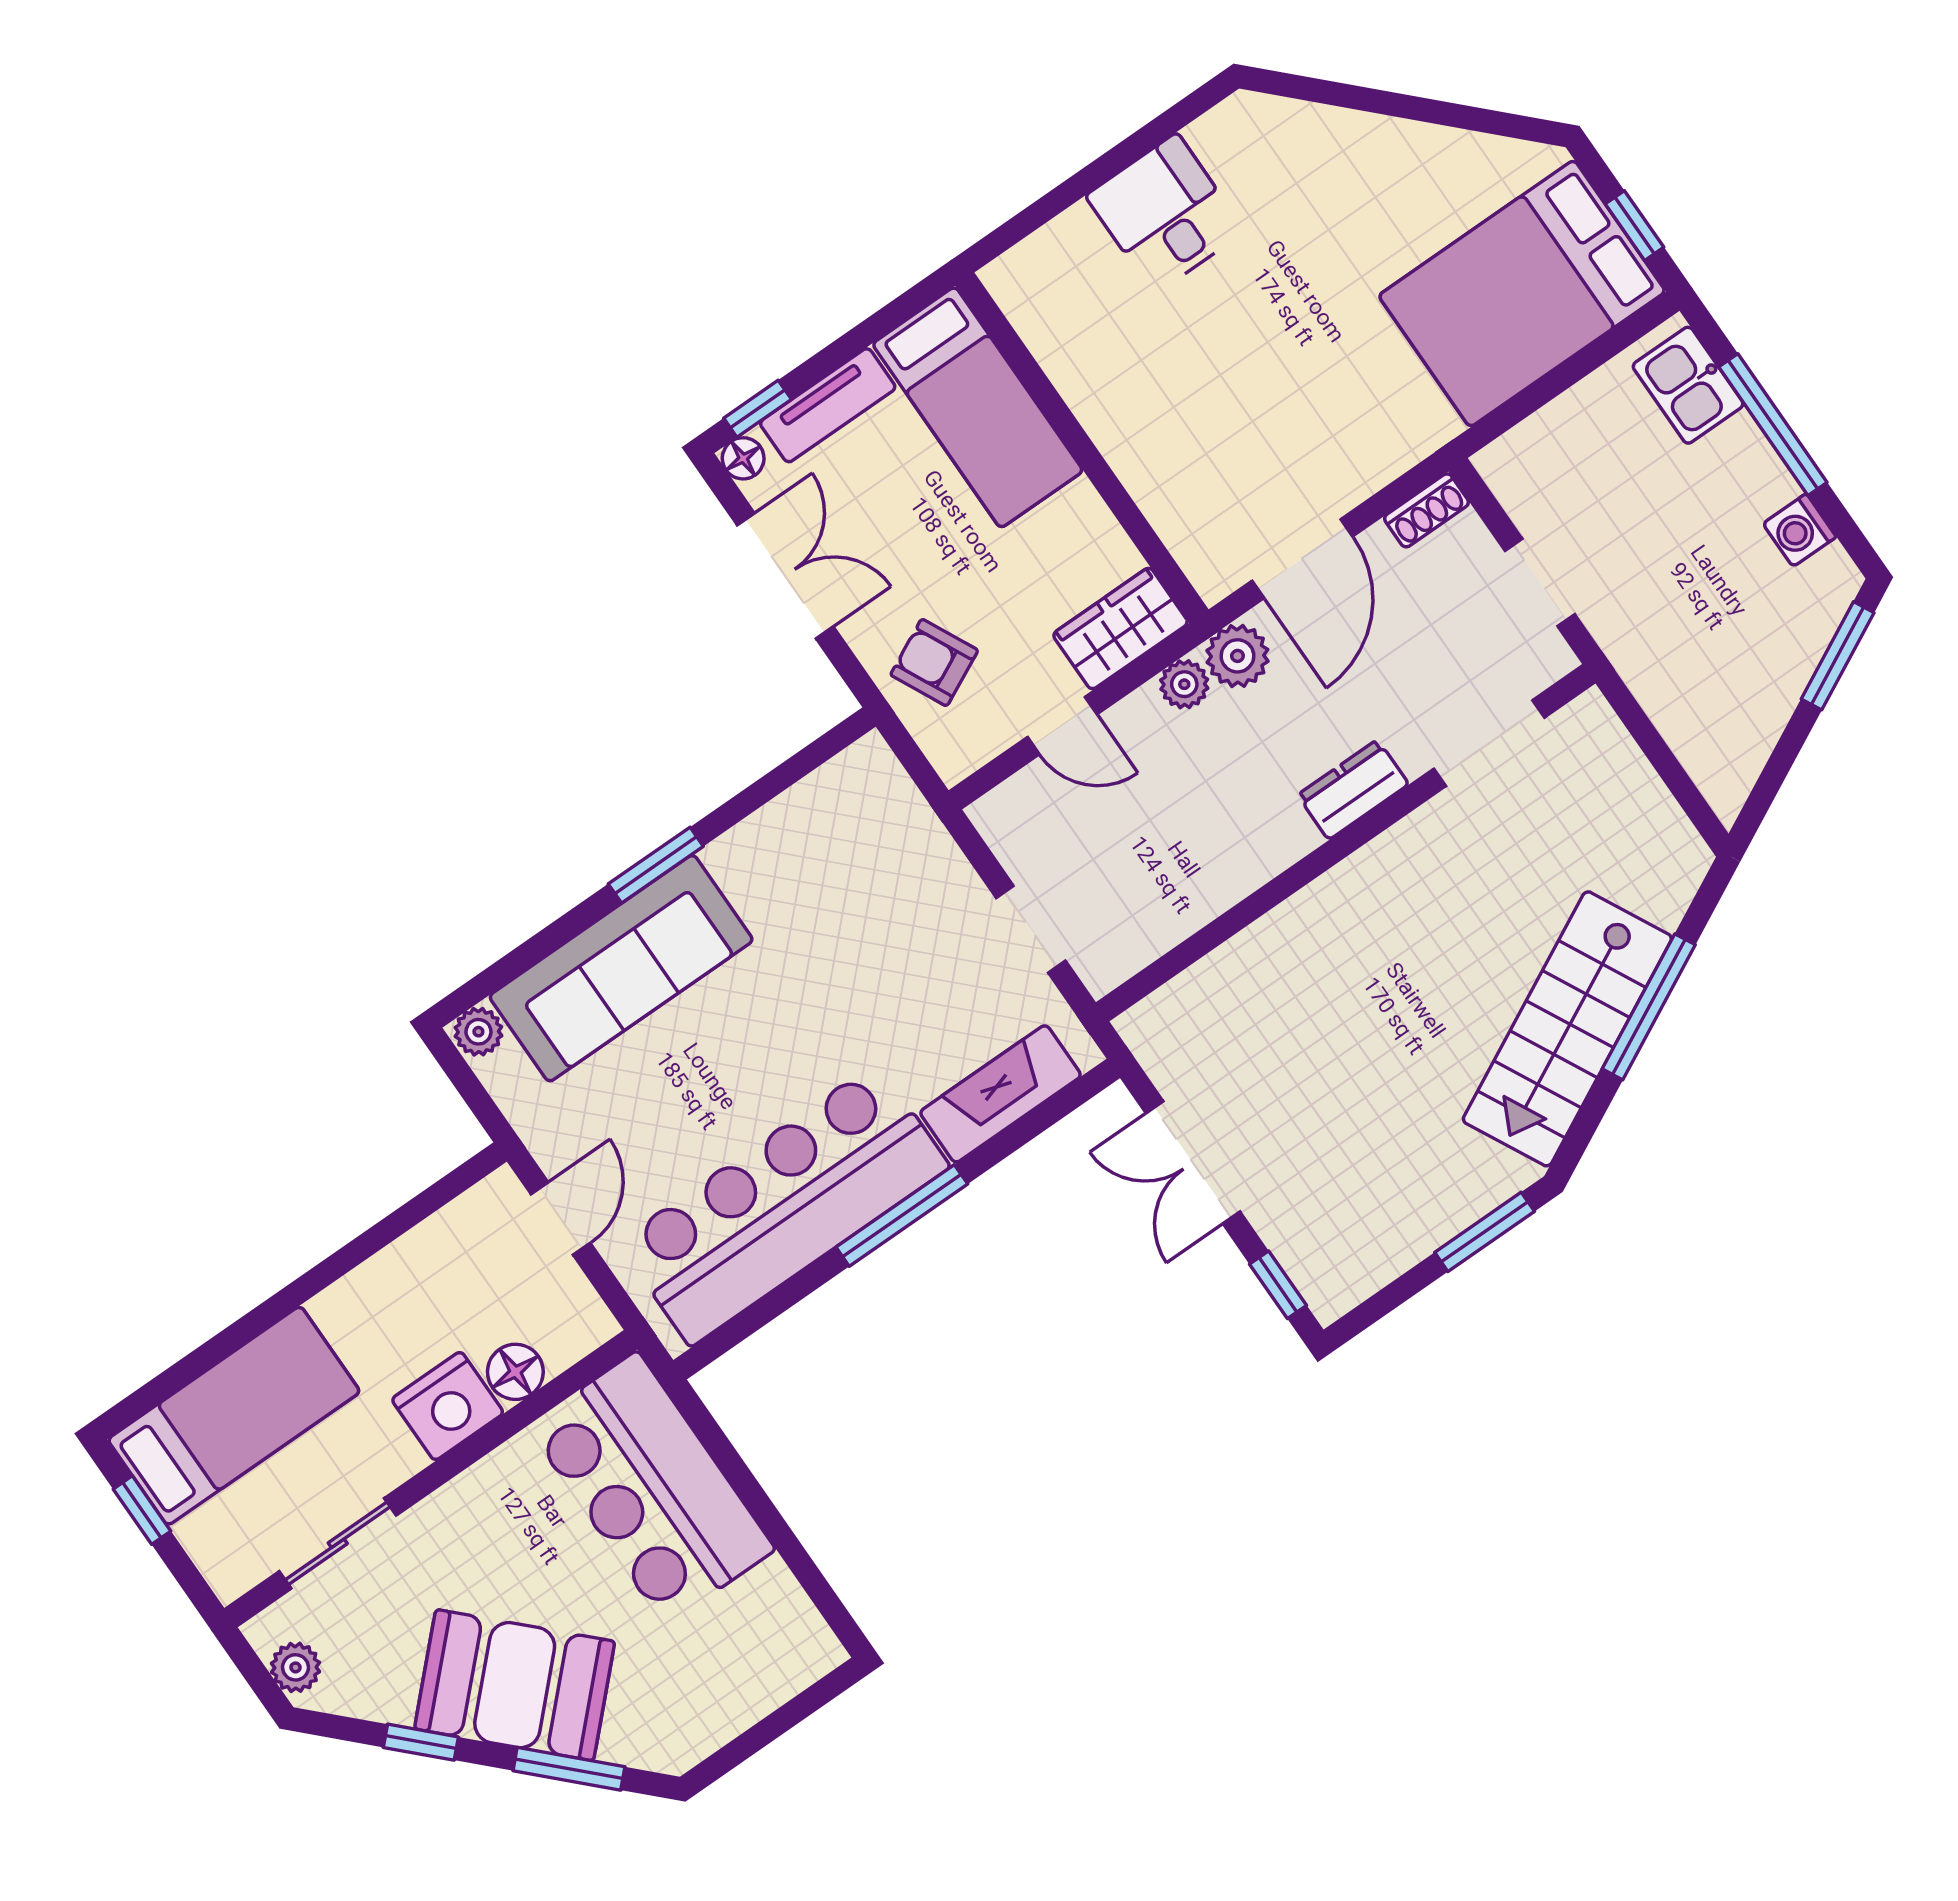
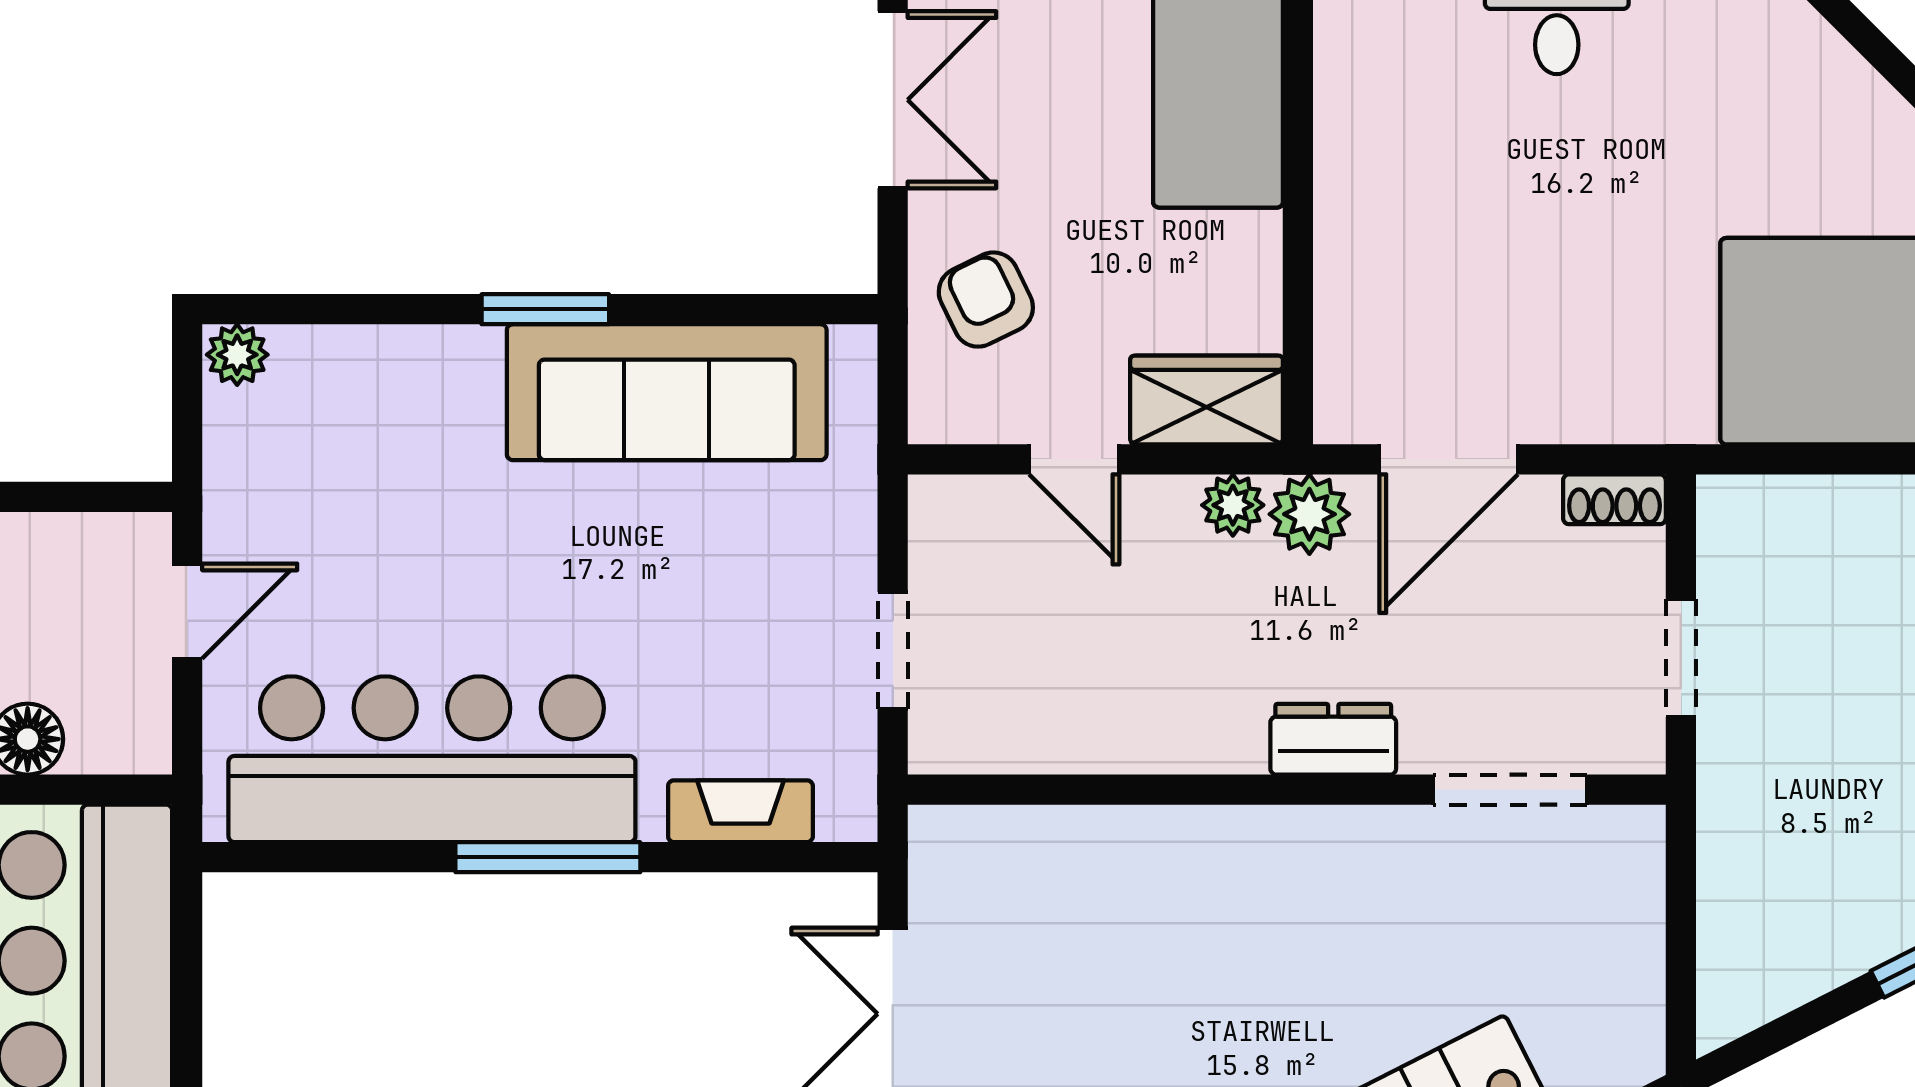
sofa: (621, 968) -> (667, 392), moved
fireplace: (1001, 1094) -> (740, 811), width x0.73, depth x0.76

